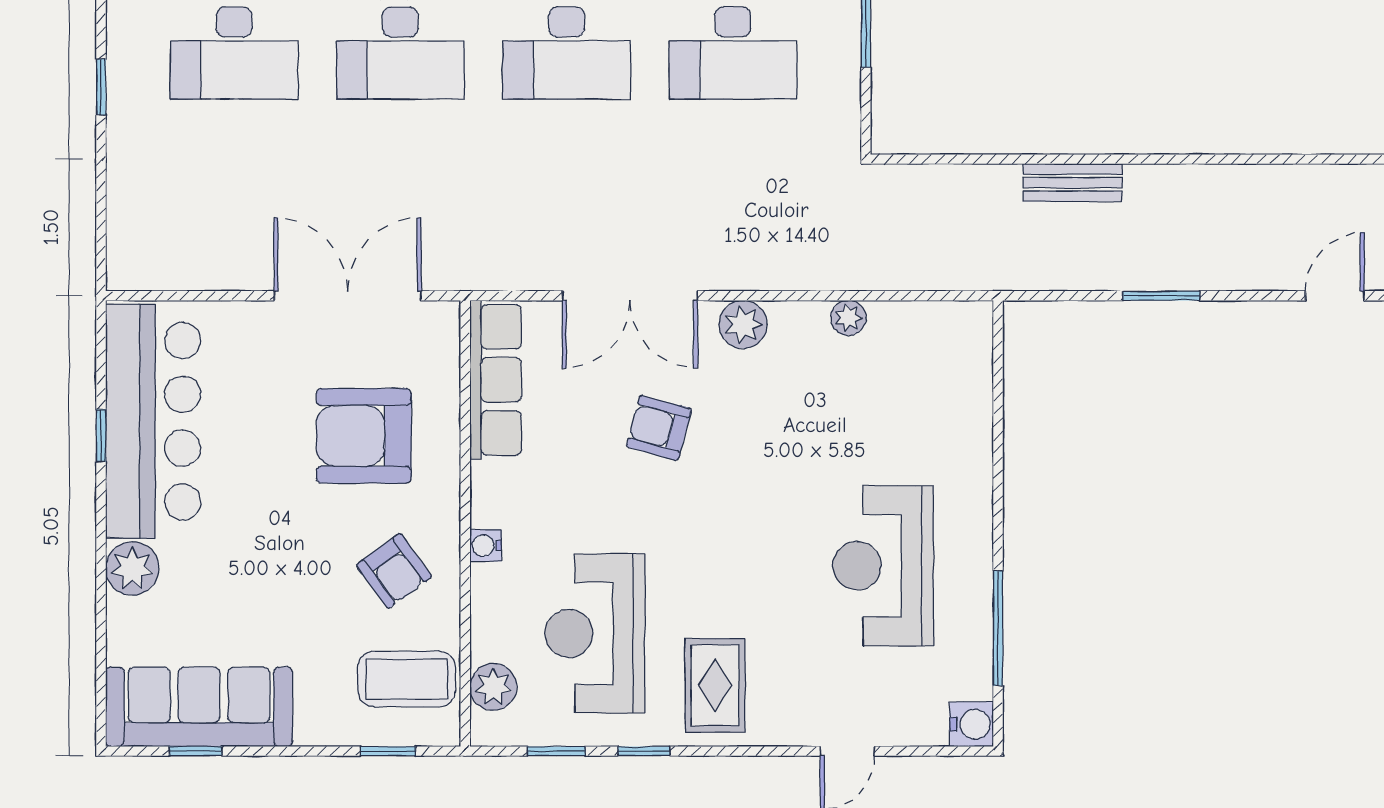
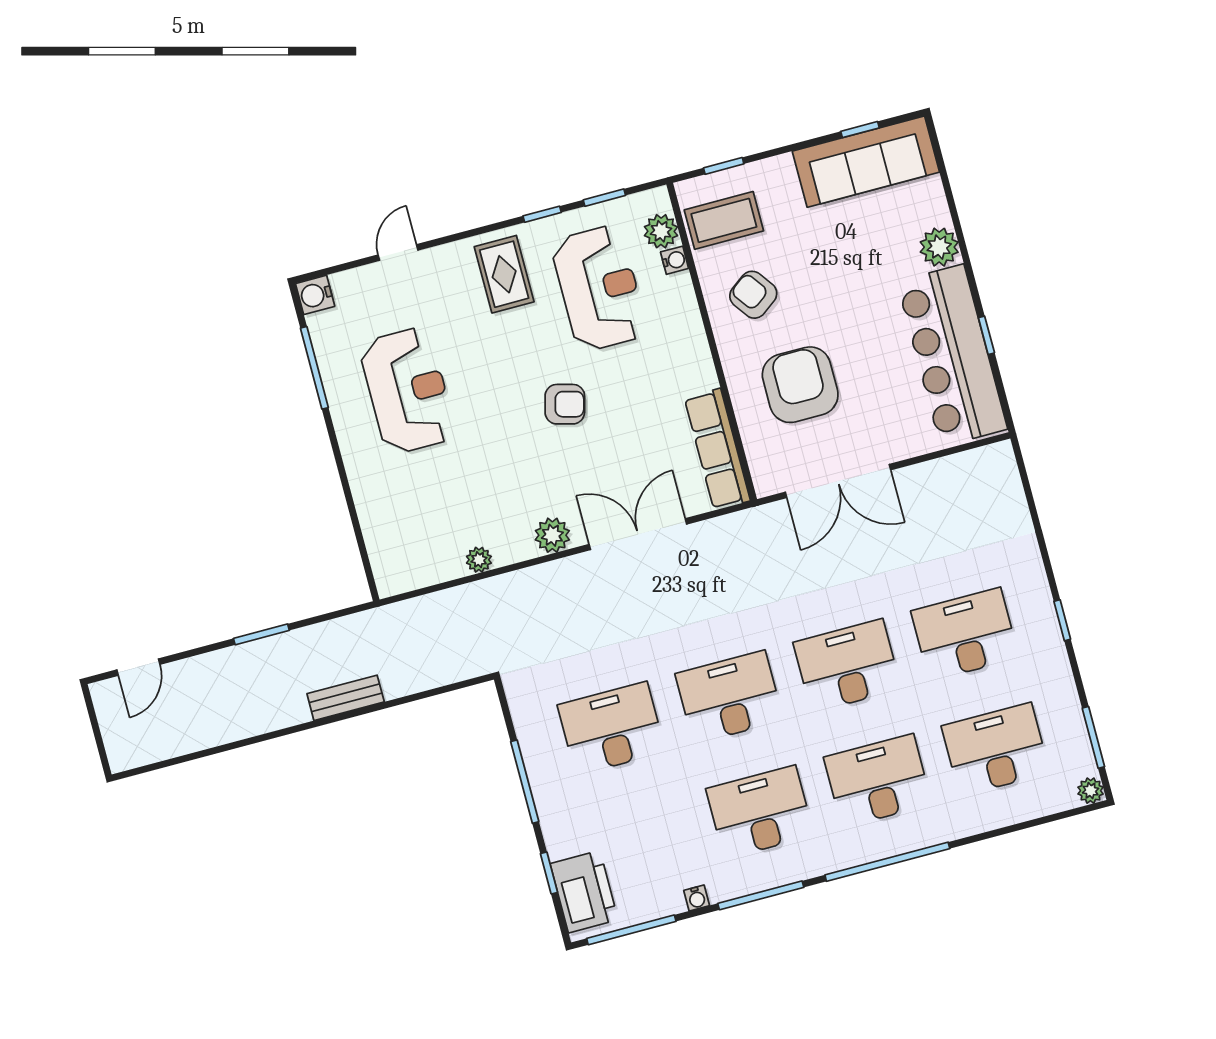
window: (101, 87) -> (1062, 620), moved
armchair: (659, 428) -> (565, 404), moved
armchair: (364, 436) -> (800, 385), turned -90
water cooler: (486, 546) -> (675, 260), moved

